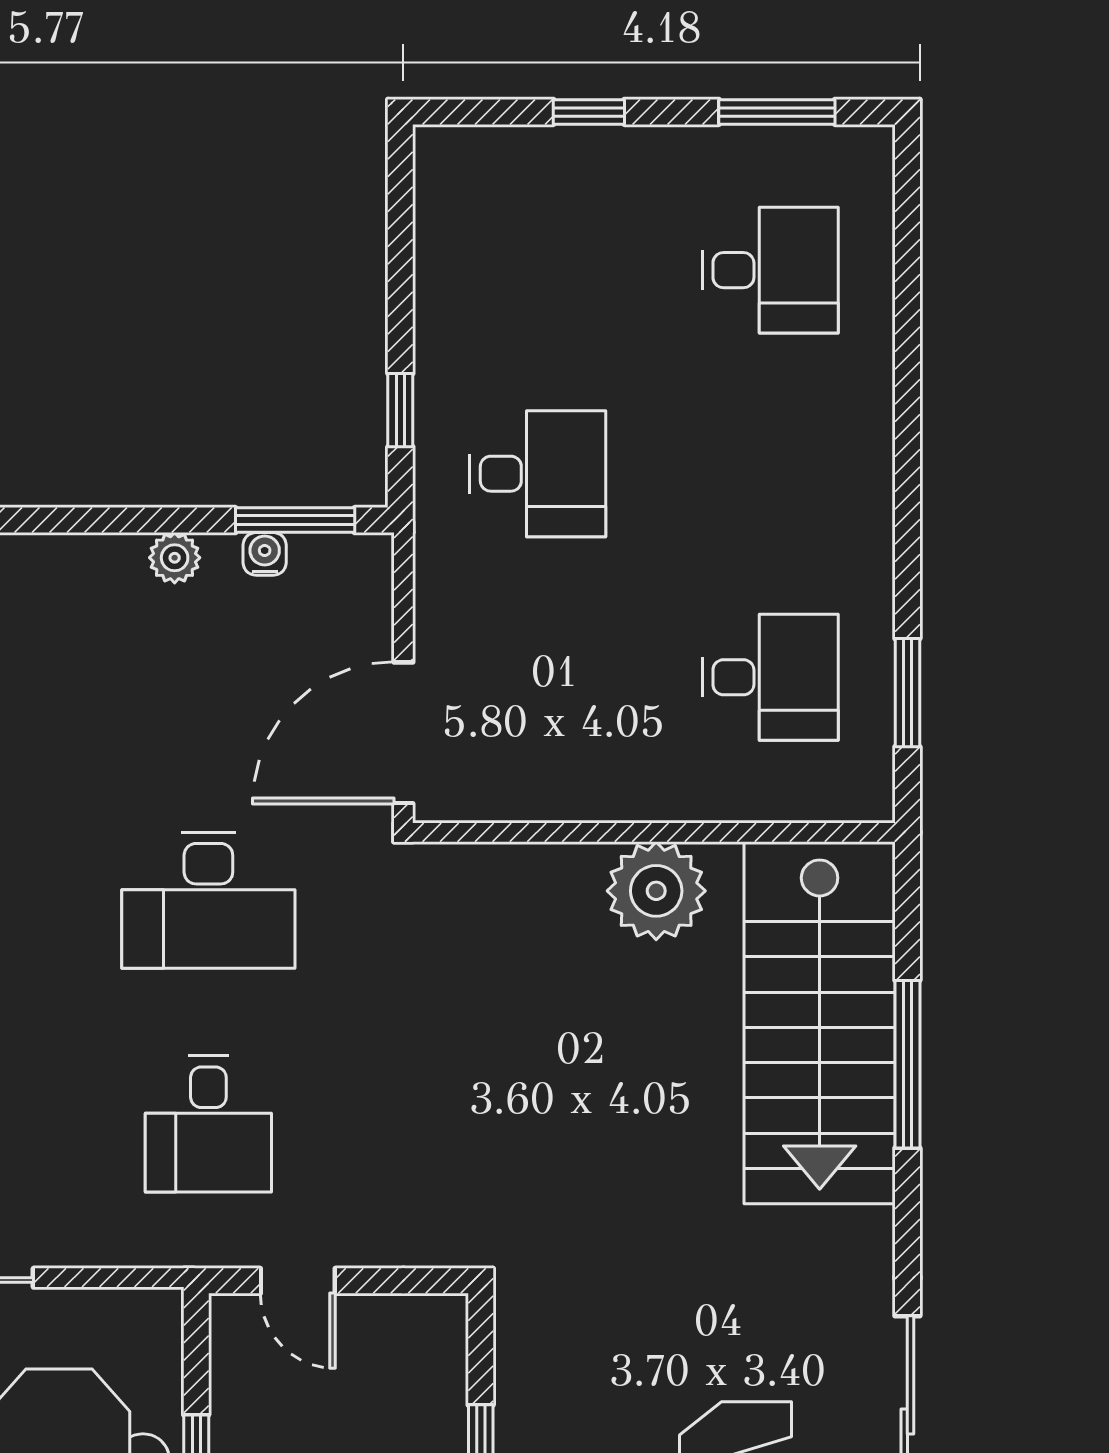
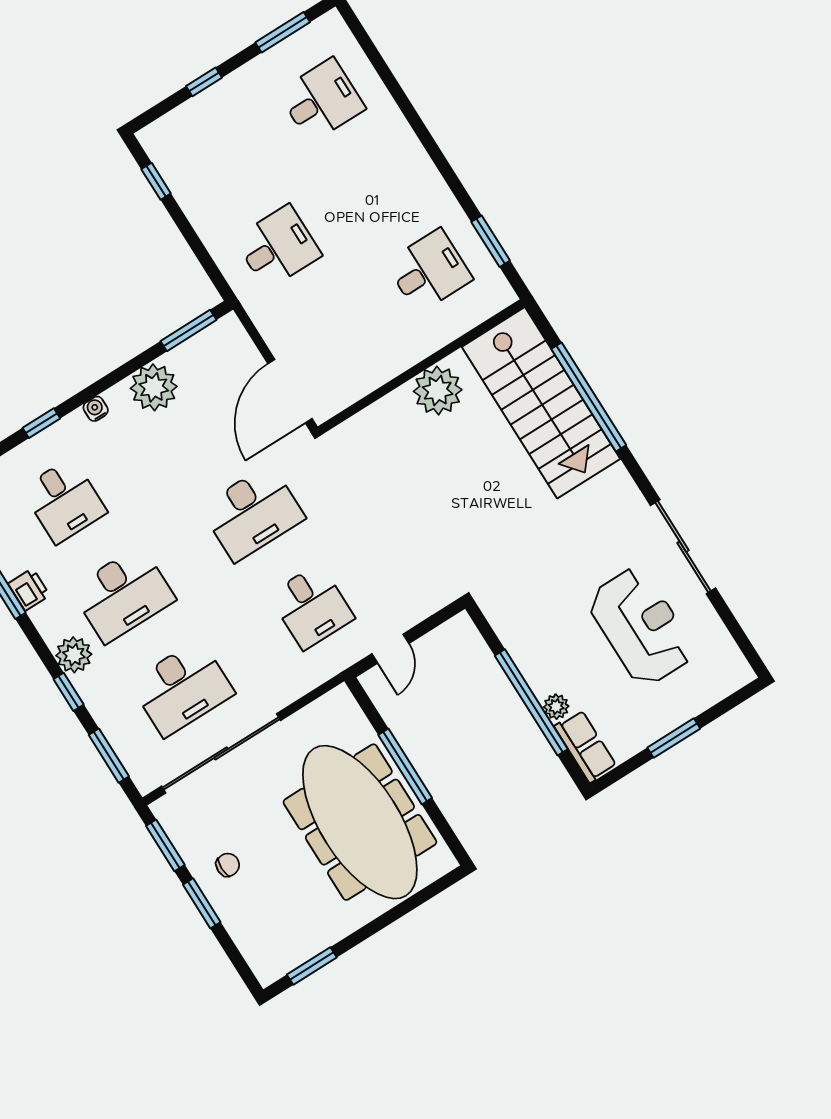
window: (400, 410) -> (156, 181), moved
water cooler: (265, 554) -> (96, 409), moved
plant: (175, 558) -> (154, 387), width x1.87, depth x1.87
window: (907, 1064) -> (589, 397), width x1.46
door: (298, 1281) -> (390, 649), hinge flipped

